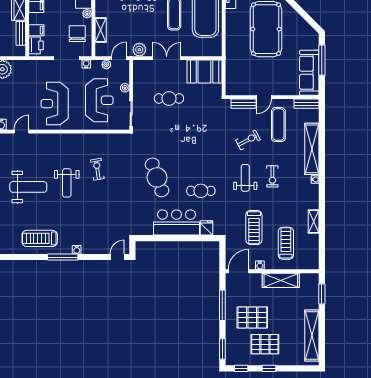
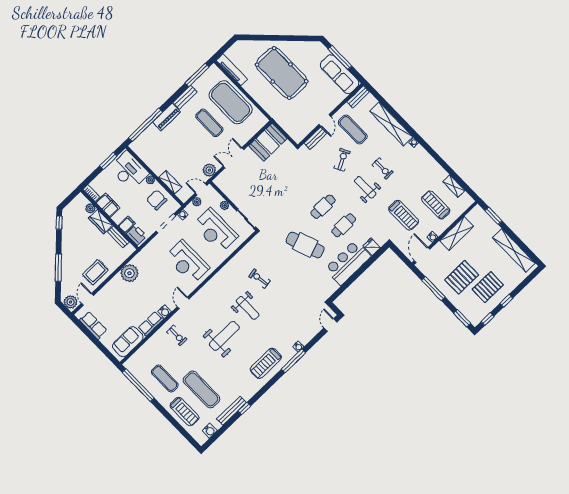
door: (119, 58) -> (201, 189), hinge flipped
cafe table: (169, 98) -> (323, 207), moved
reception desk: (99, 100) -> (215, 231), turned 180
shelving: (314, 221) -> (454, 186), moved

